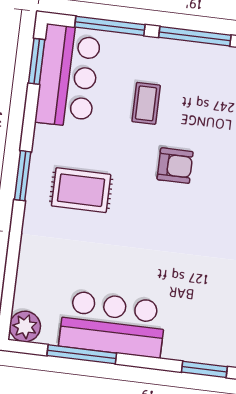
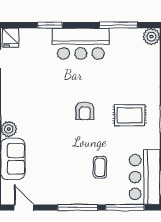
armchair: (175, 166) -> (85, 111), moved, turned -90
bar counter: (113, 324) -> (81, 44), moved

